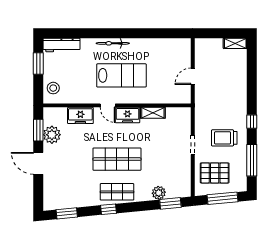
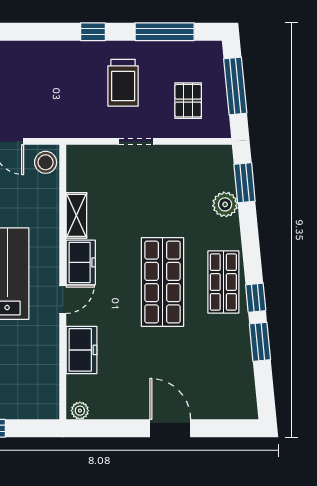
stool: (53, 88) -> (46, 162), moved
window: (38, 130) -> (109, 428), removed
plant: (52, 135) -> (80, 411), moved, width x0.53, depth x0.53
door: (38, 163) -> (170, 428), swing flipped
pallet: (215, 173) -> (188, 101), width x0.67, depth x0.71
window: (67, 213) -> (260, 342), moved

